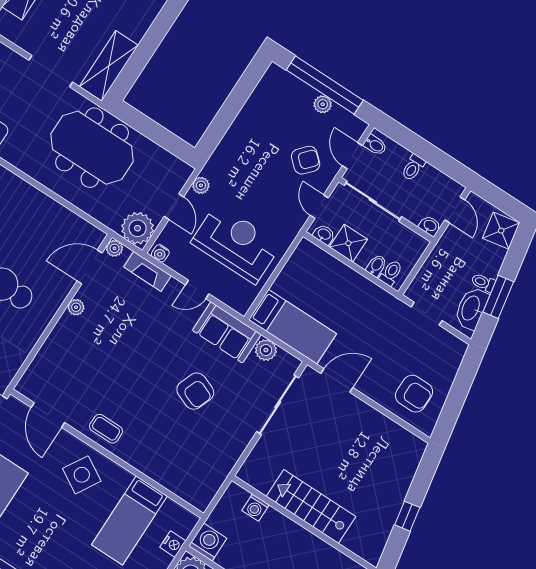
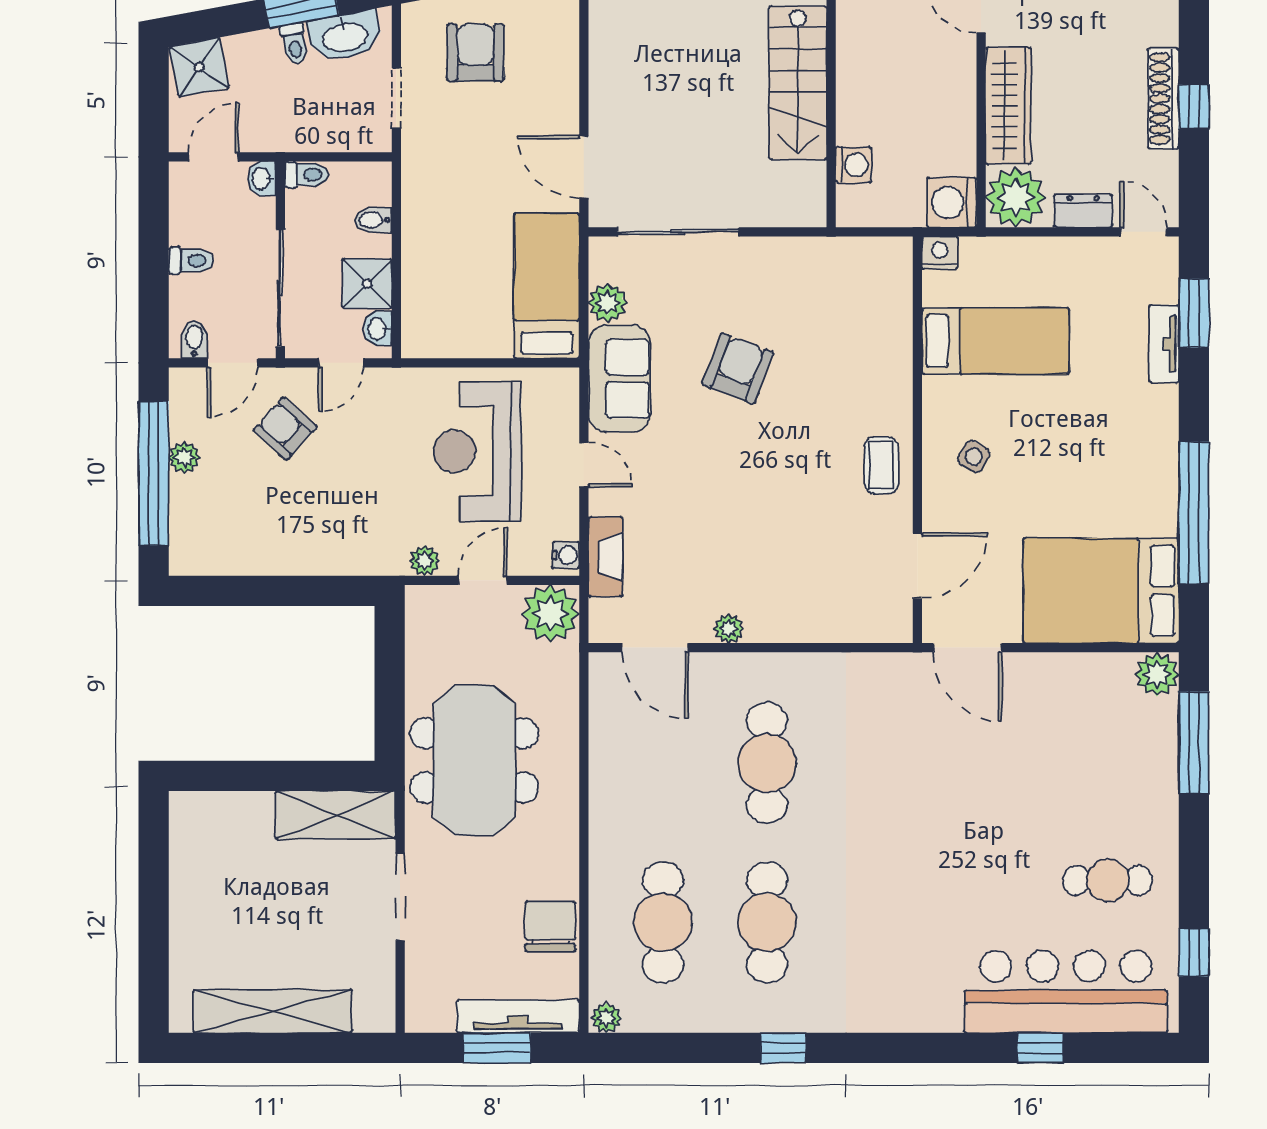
plant: (115, 248) -> (603, 629), removed
toilet: (391, 273) -> (307, 175), moved, turned 180
armchair: (414, 394) -> (476, 53), moved
side table: (82, 475) -> (974, 457), width x0.54, depth x0.54
nightstand: (173, 544) -> (940, 253), moved

